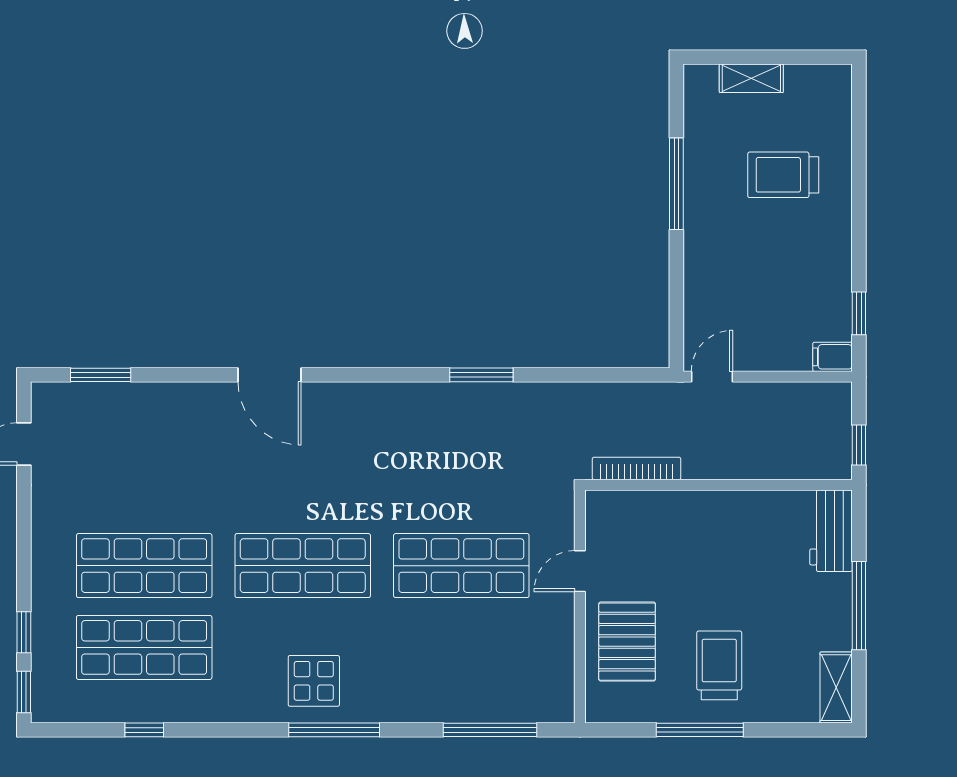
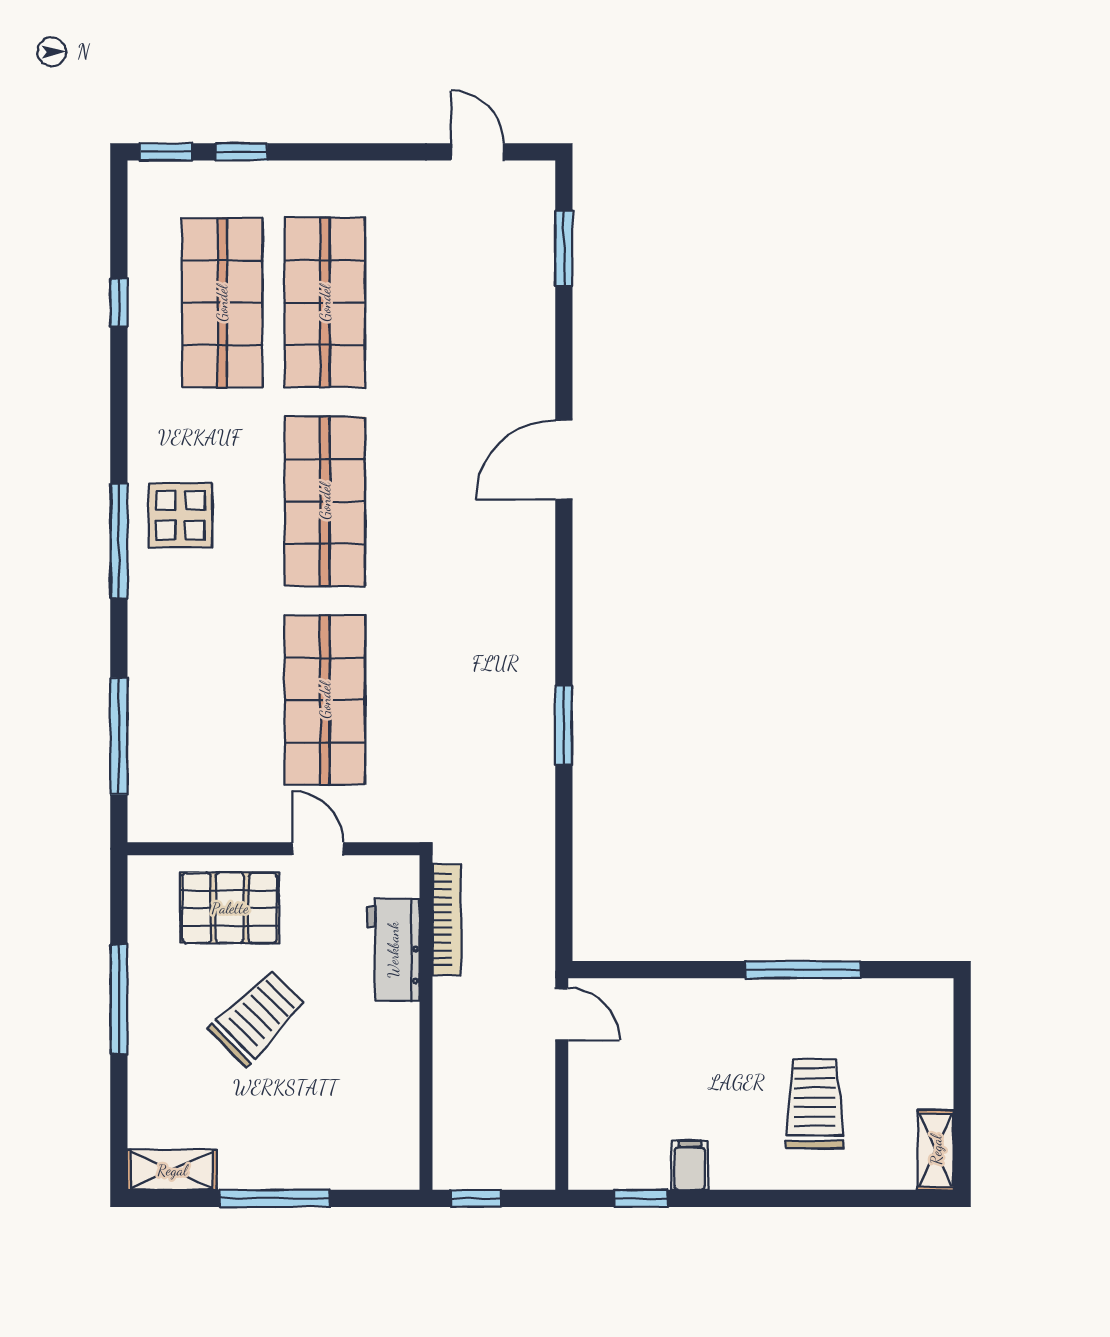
shelving: (751, 78) -> (936, 1150), moved
filing cabinet: (832, 357) -> (690, 1165), moved
workbench: (831, 531) -> (393, 950), moved, turned -90
trolley: (719, 665) -> (257, 1018), moved, turned -45

